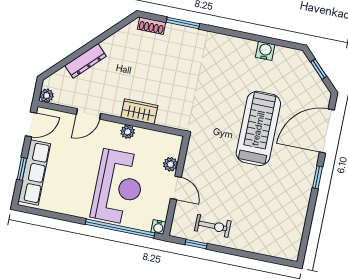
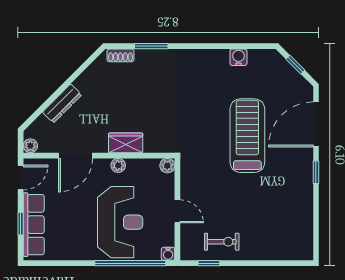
door: (88, 114) -> (76, 156), width x1.38
plant: (170, 164) -> (167, 166), moved

